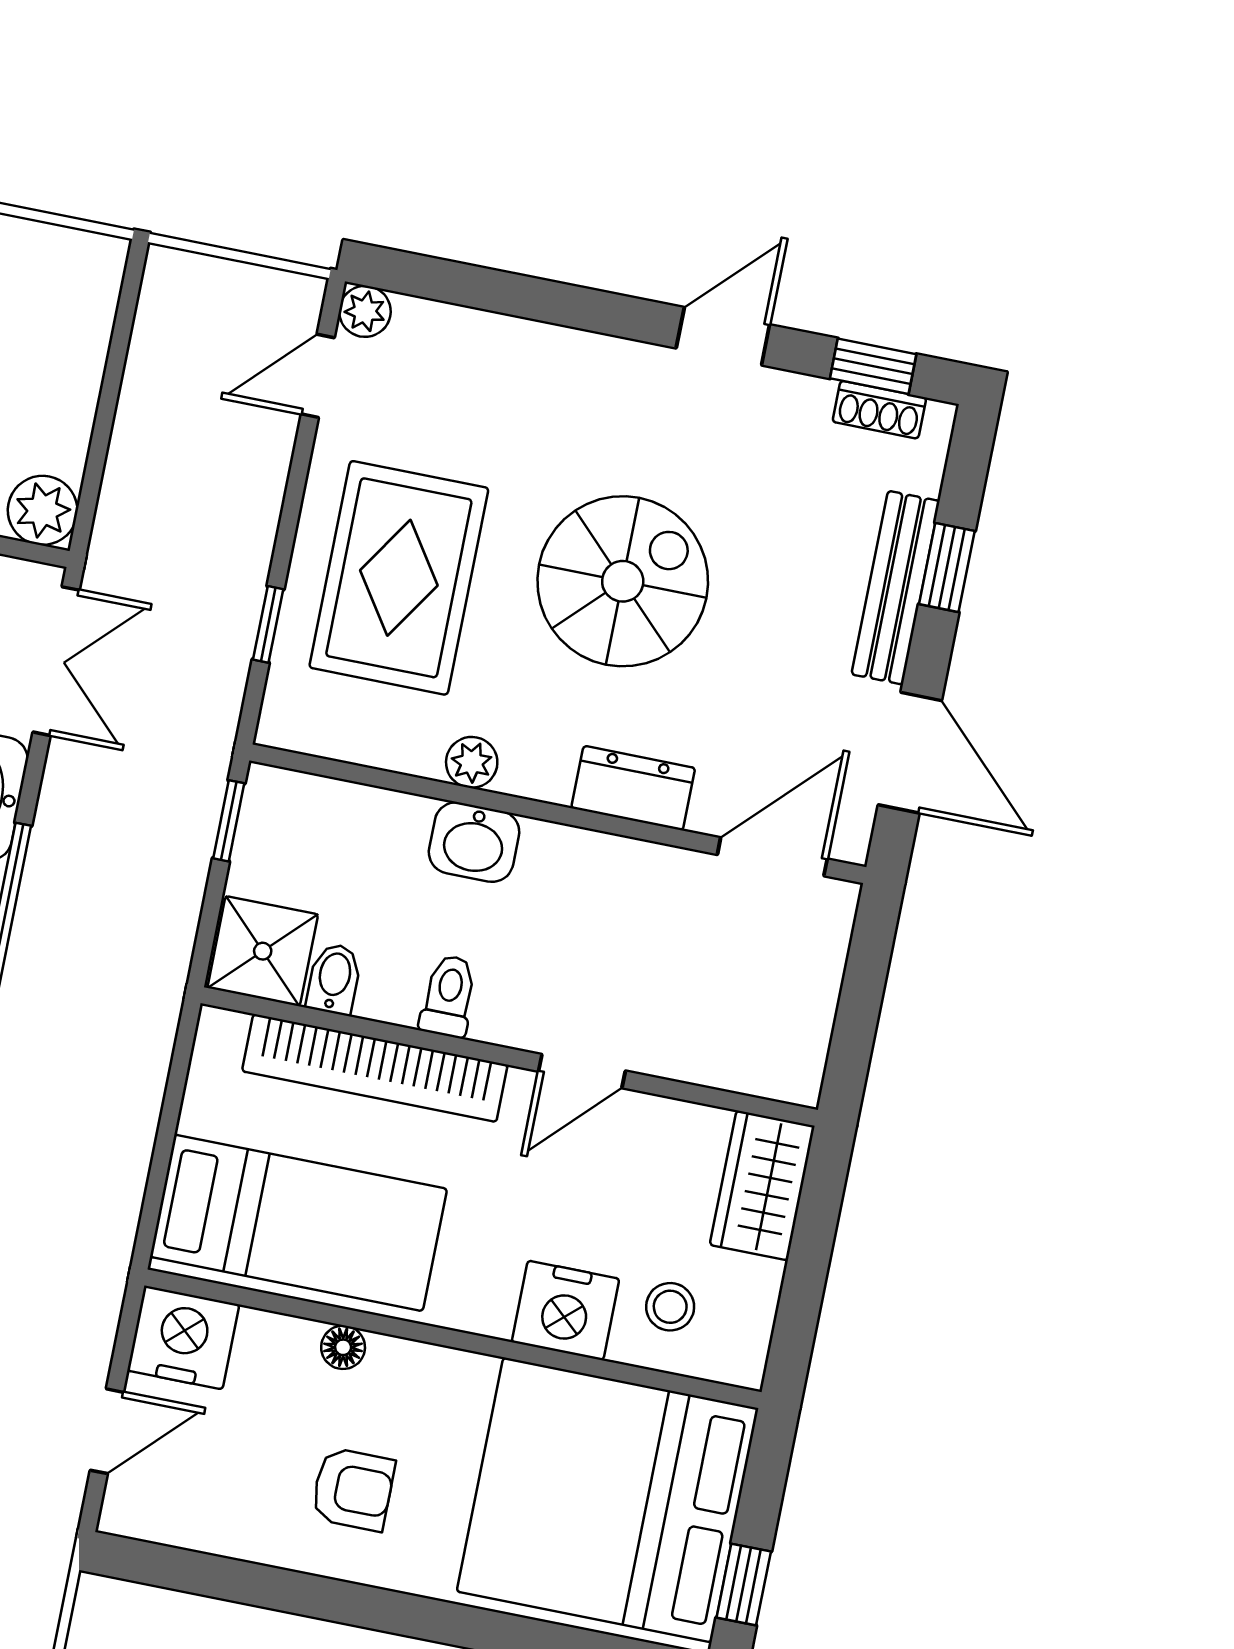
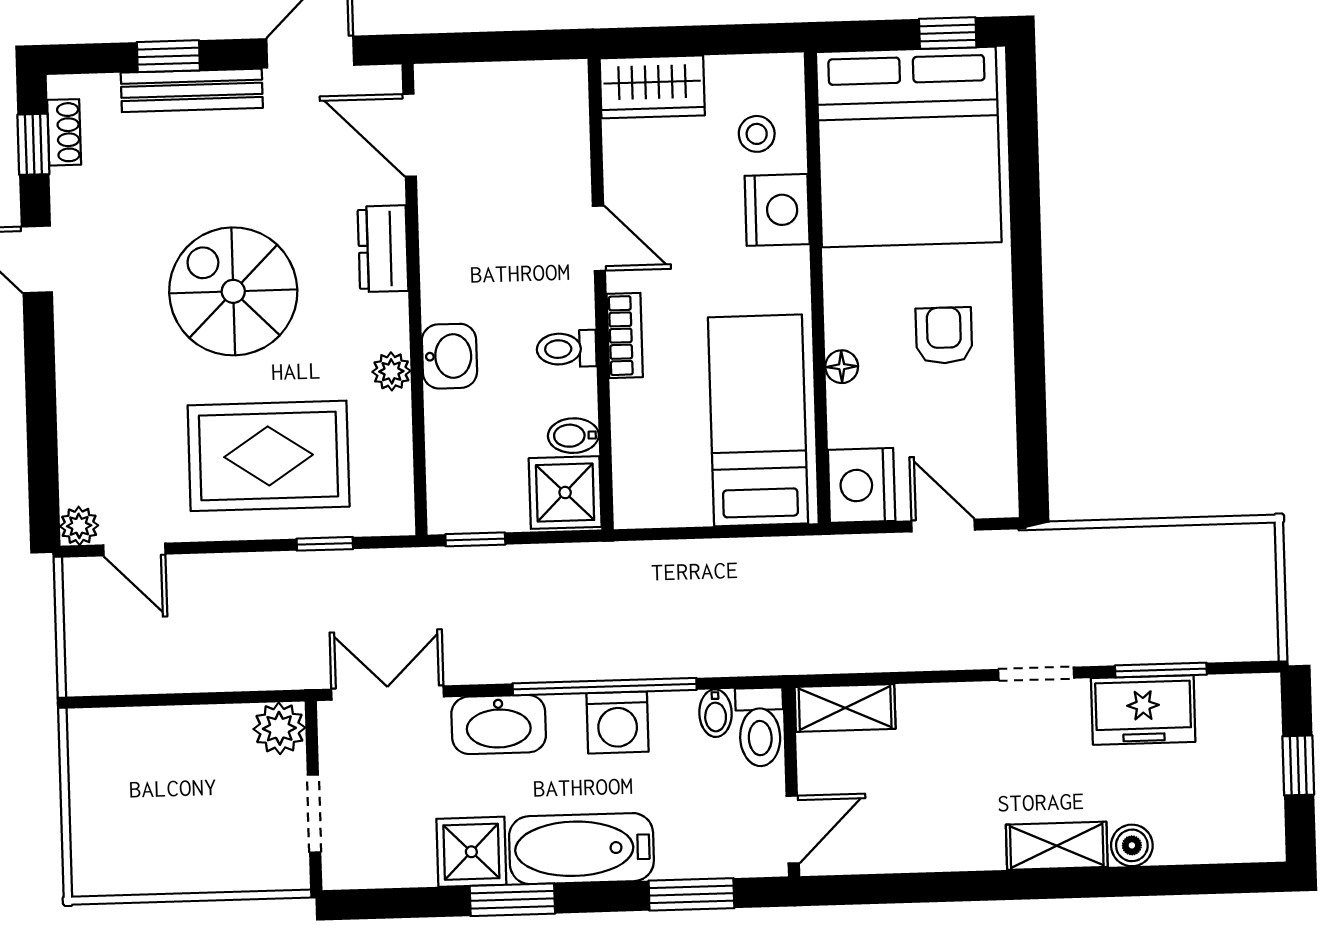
bookcase: (375, 1068) -> (625, 335), width x0.43, depth x0.76

